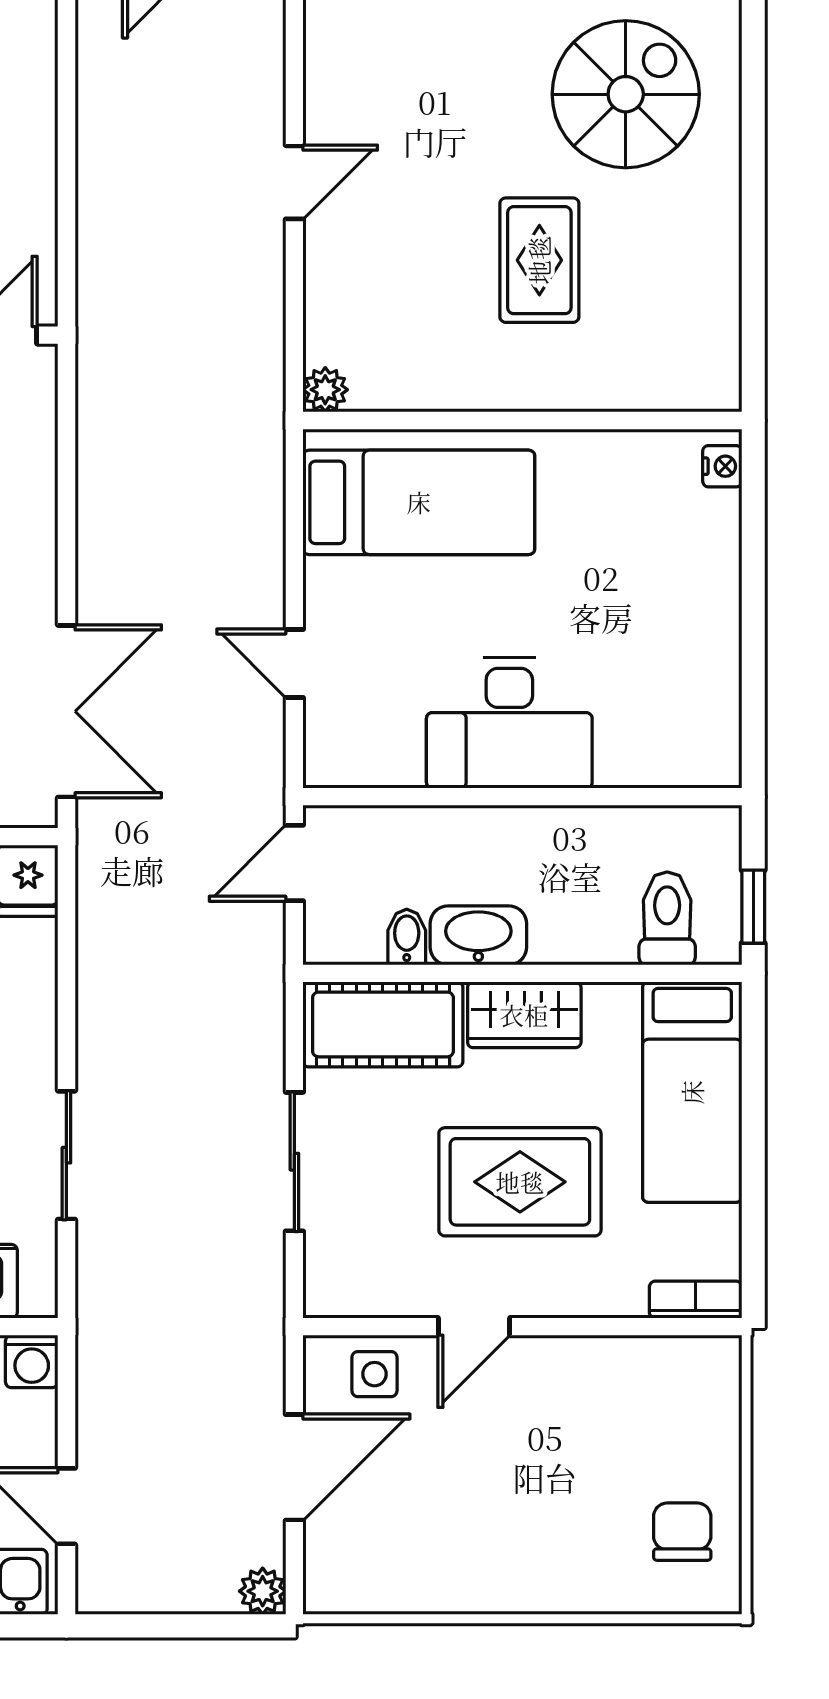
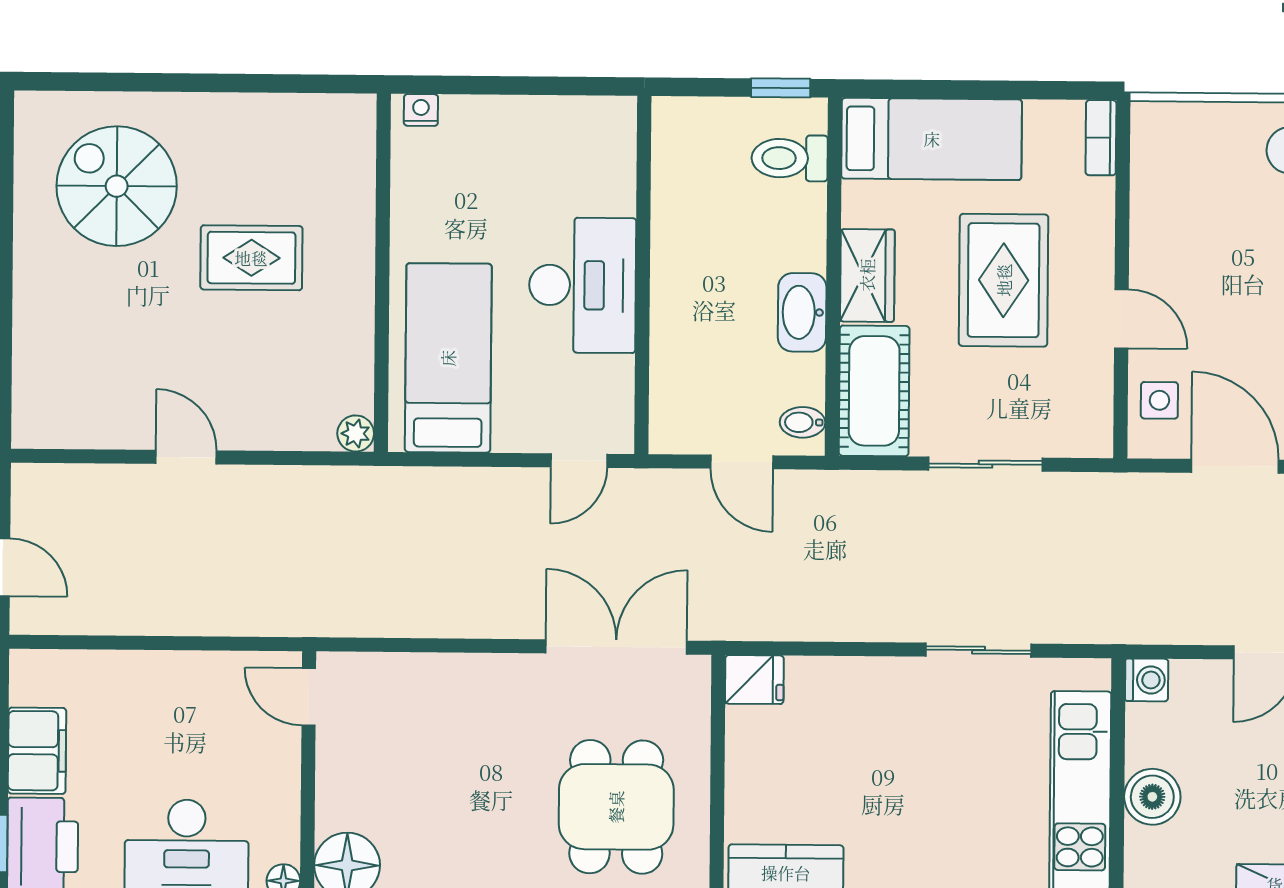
desk: (509, 723) -> (583, 285), moved
wall: (522, 797) -> (643, 275), moved
bidet: (407, 937) -> (802, 422), moved

